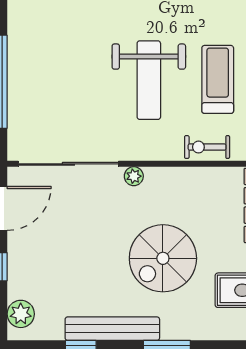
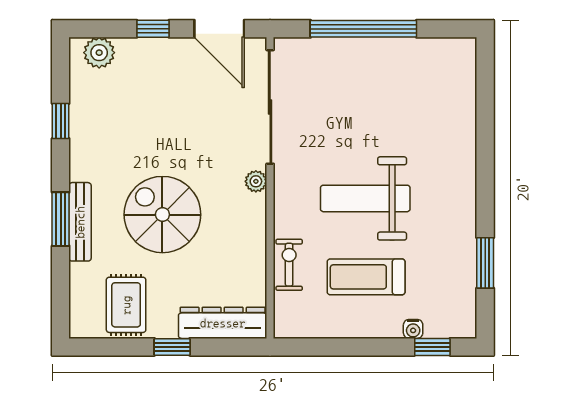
treadmill: (218, 79) -> (366, 277), turned 180
bench: (112, 329) -> (80, 222), moved, width x0.73, depth x0.82

